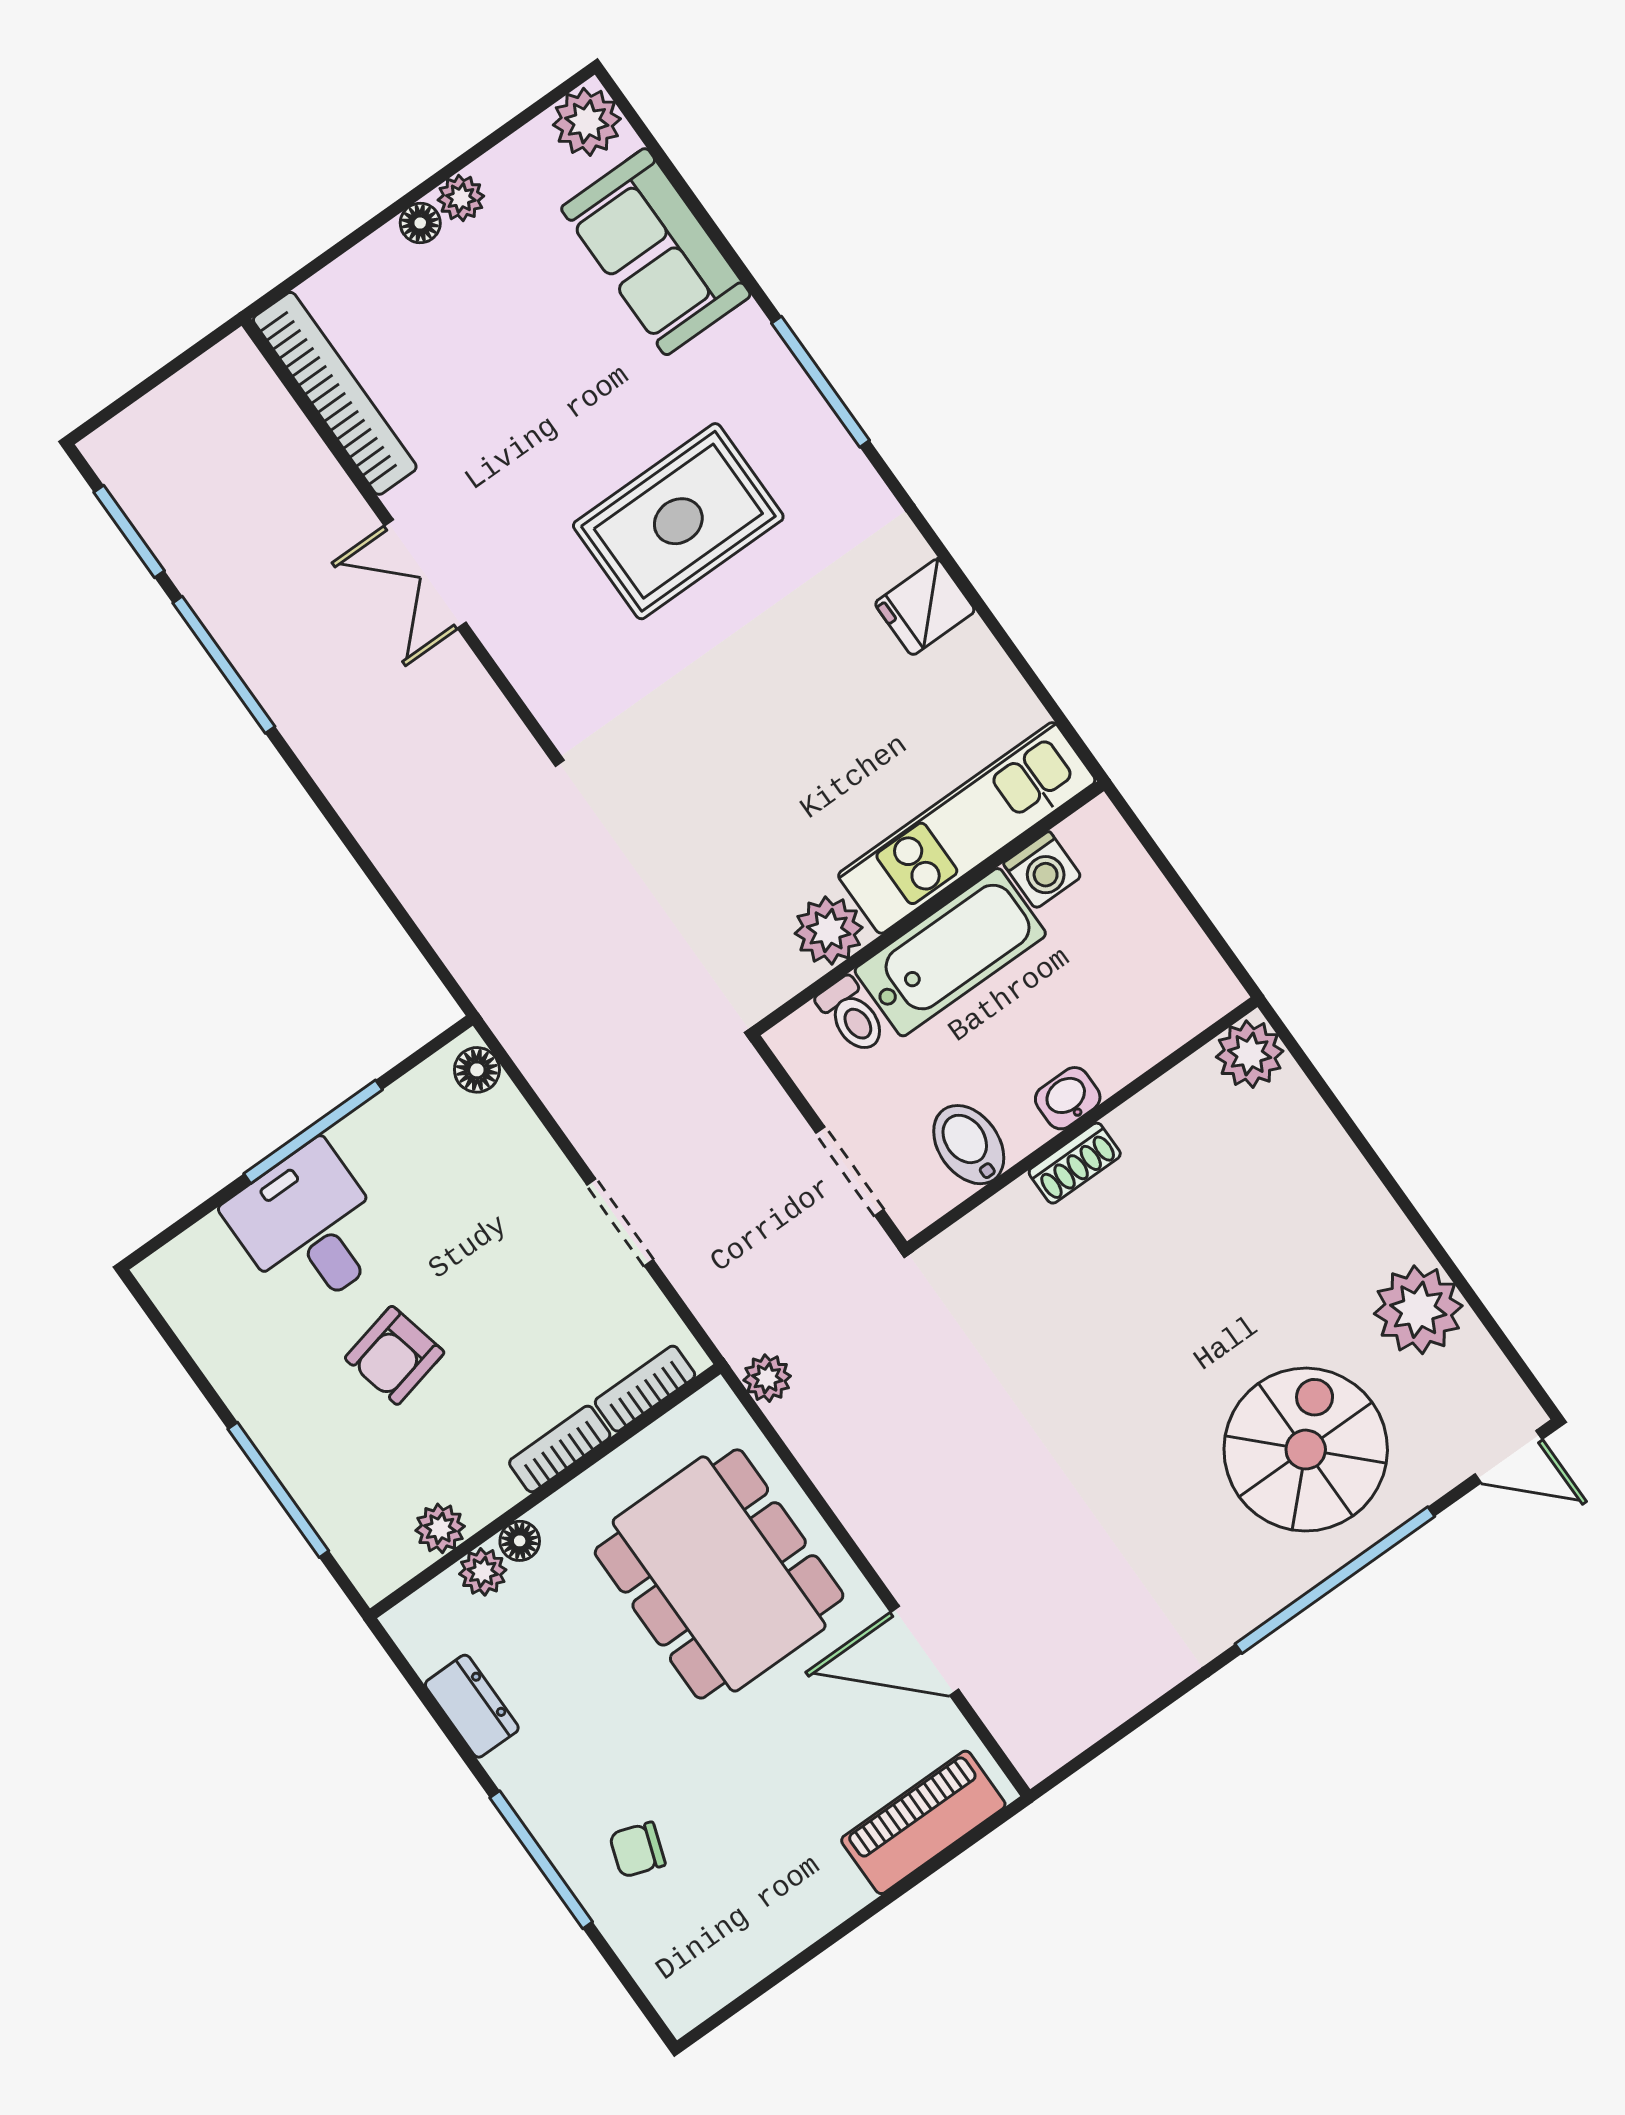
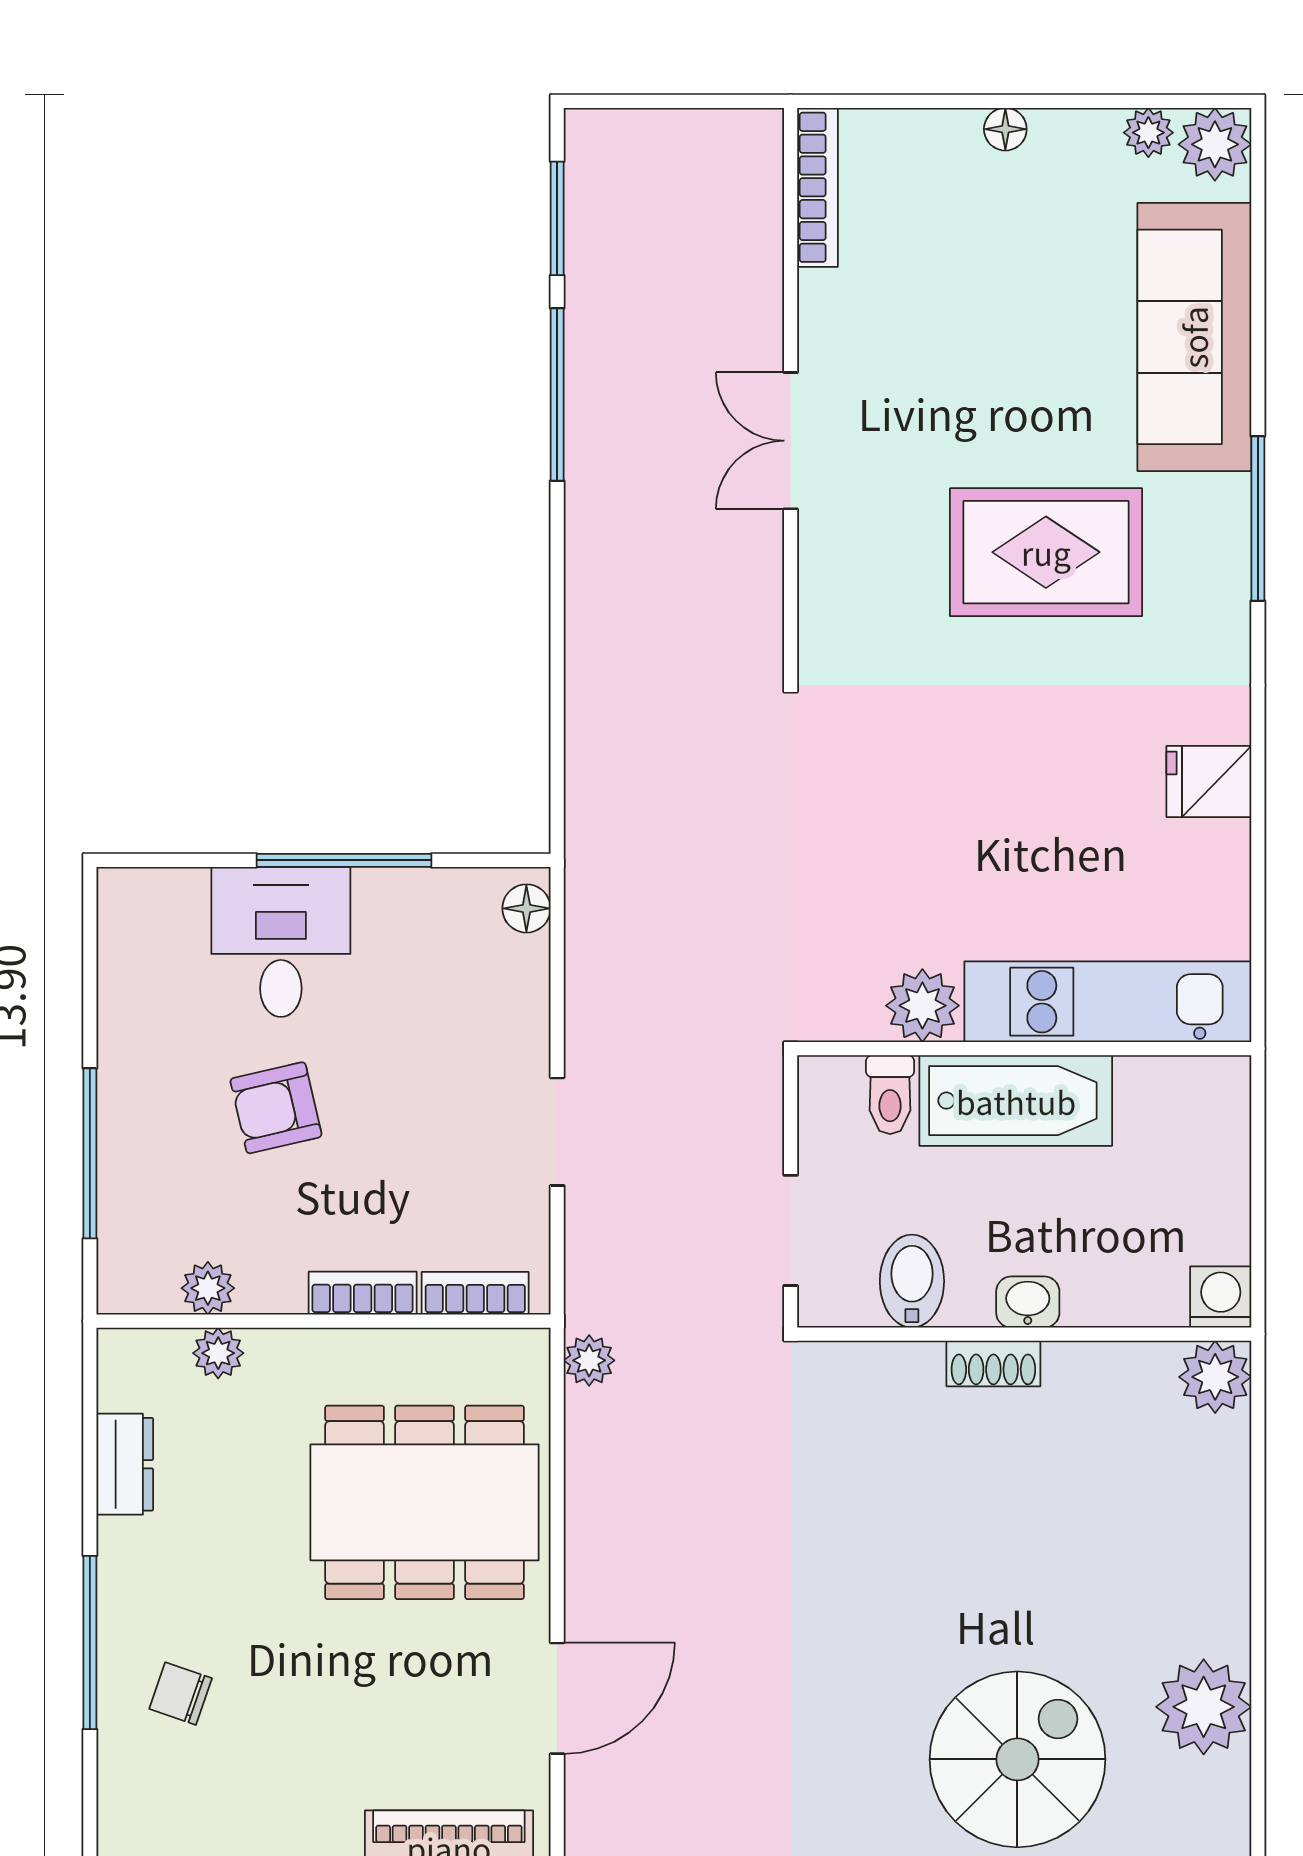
plant: (461, 198) -> (1148, 133), moved
sofa: (656, 252) -> (1194, 337), width x1.36
bookcase: (335, 393) -> (818, 187), width x0.68, depth x0.76
washing machine: (1042, 870) -> (1221, 1297), moved, turned 180
floor lamp: (520, 1541) -> (270, 1349), removed
dining table: (719, 1574) -> (425, 1502), turned 90
door: (925, 1651) -> (557, 1698), swing flipped

